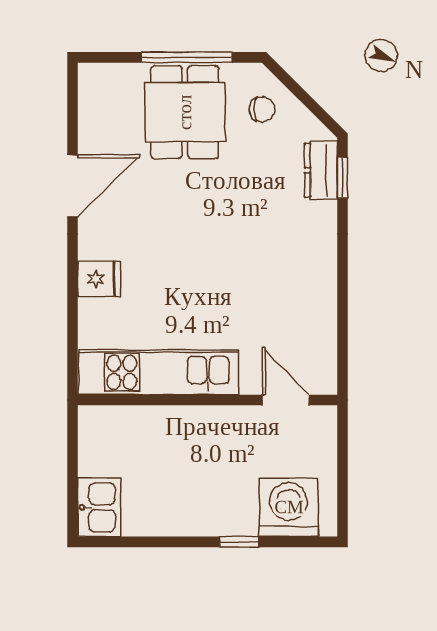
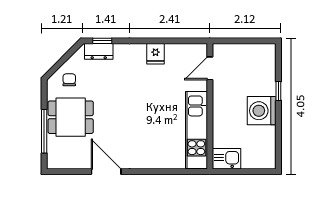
window: (186, 57) -> (44, 131), moved
fridge: (99, 279) -> (156, 54), moved, turned 180
kitchen sink: (99, 507) -> (227, 159), moved
washing machine: (289, 507) -> (262, 111), moved

